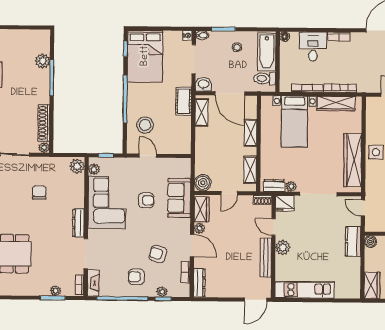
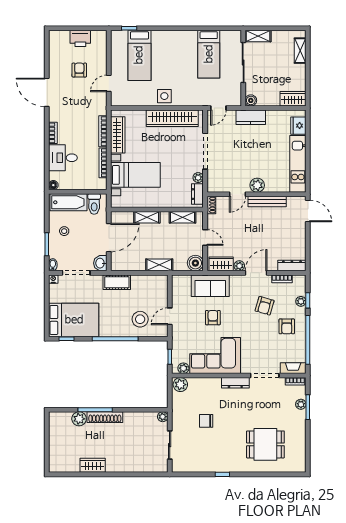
shelving: (201, 112) -> (159, 265), moved
shoe rack: (44, 123) -> (105, 417), moved
fridge: (285, 203) -> (298, 126), moved, turned 180

